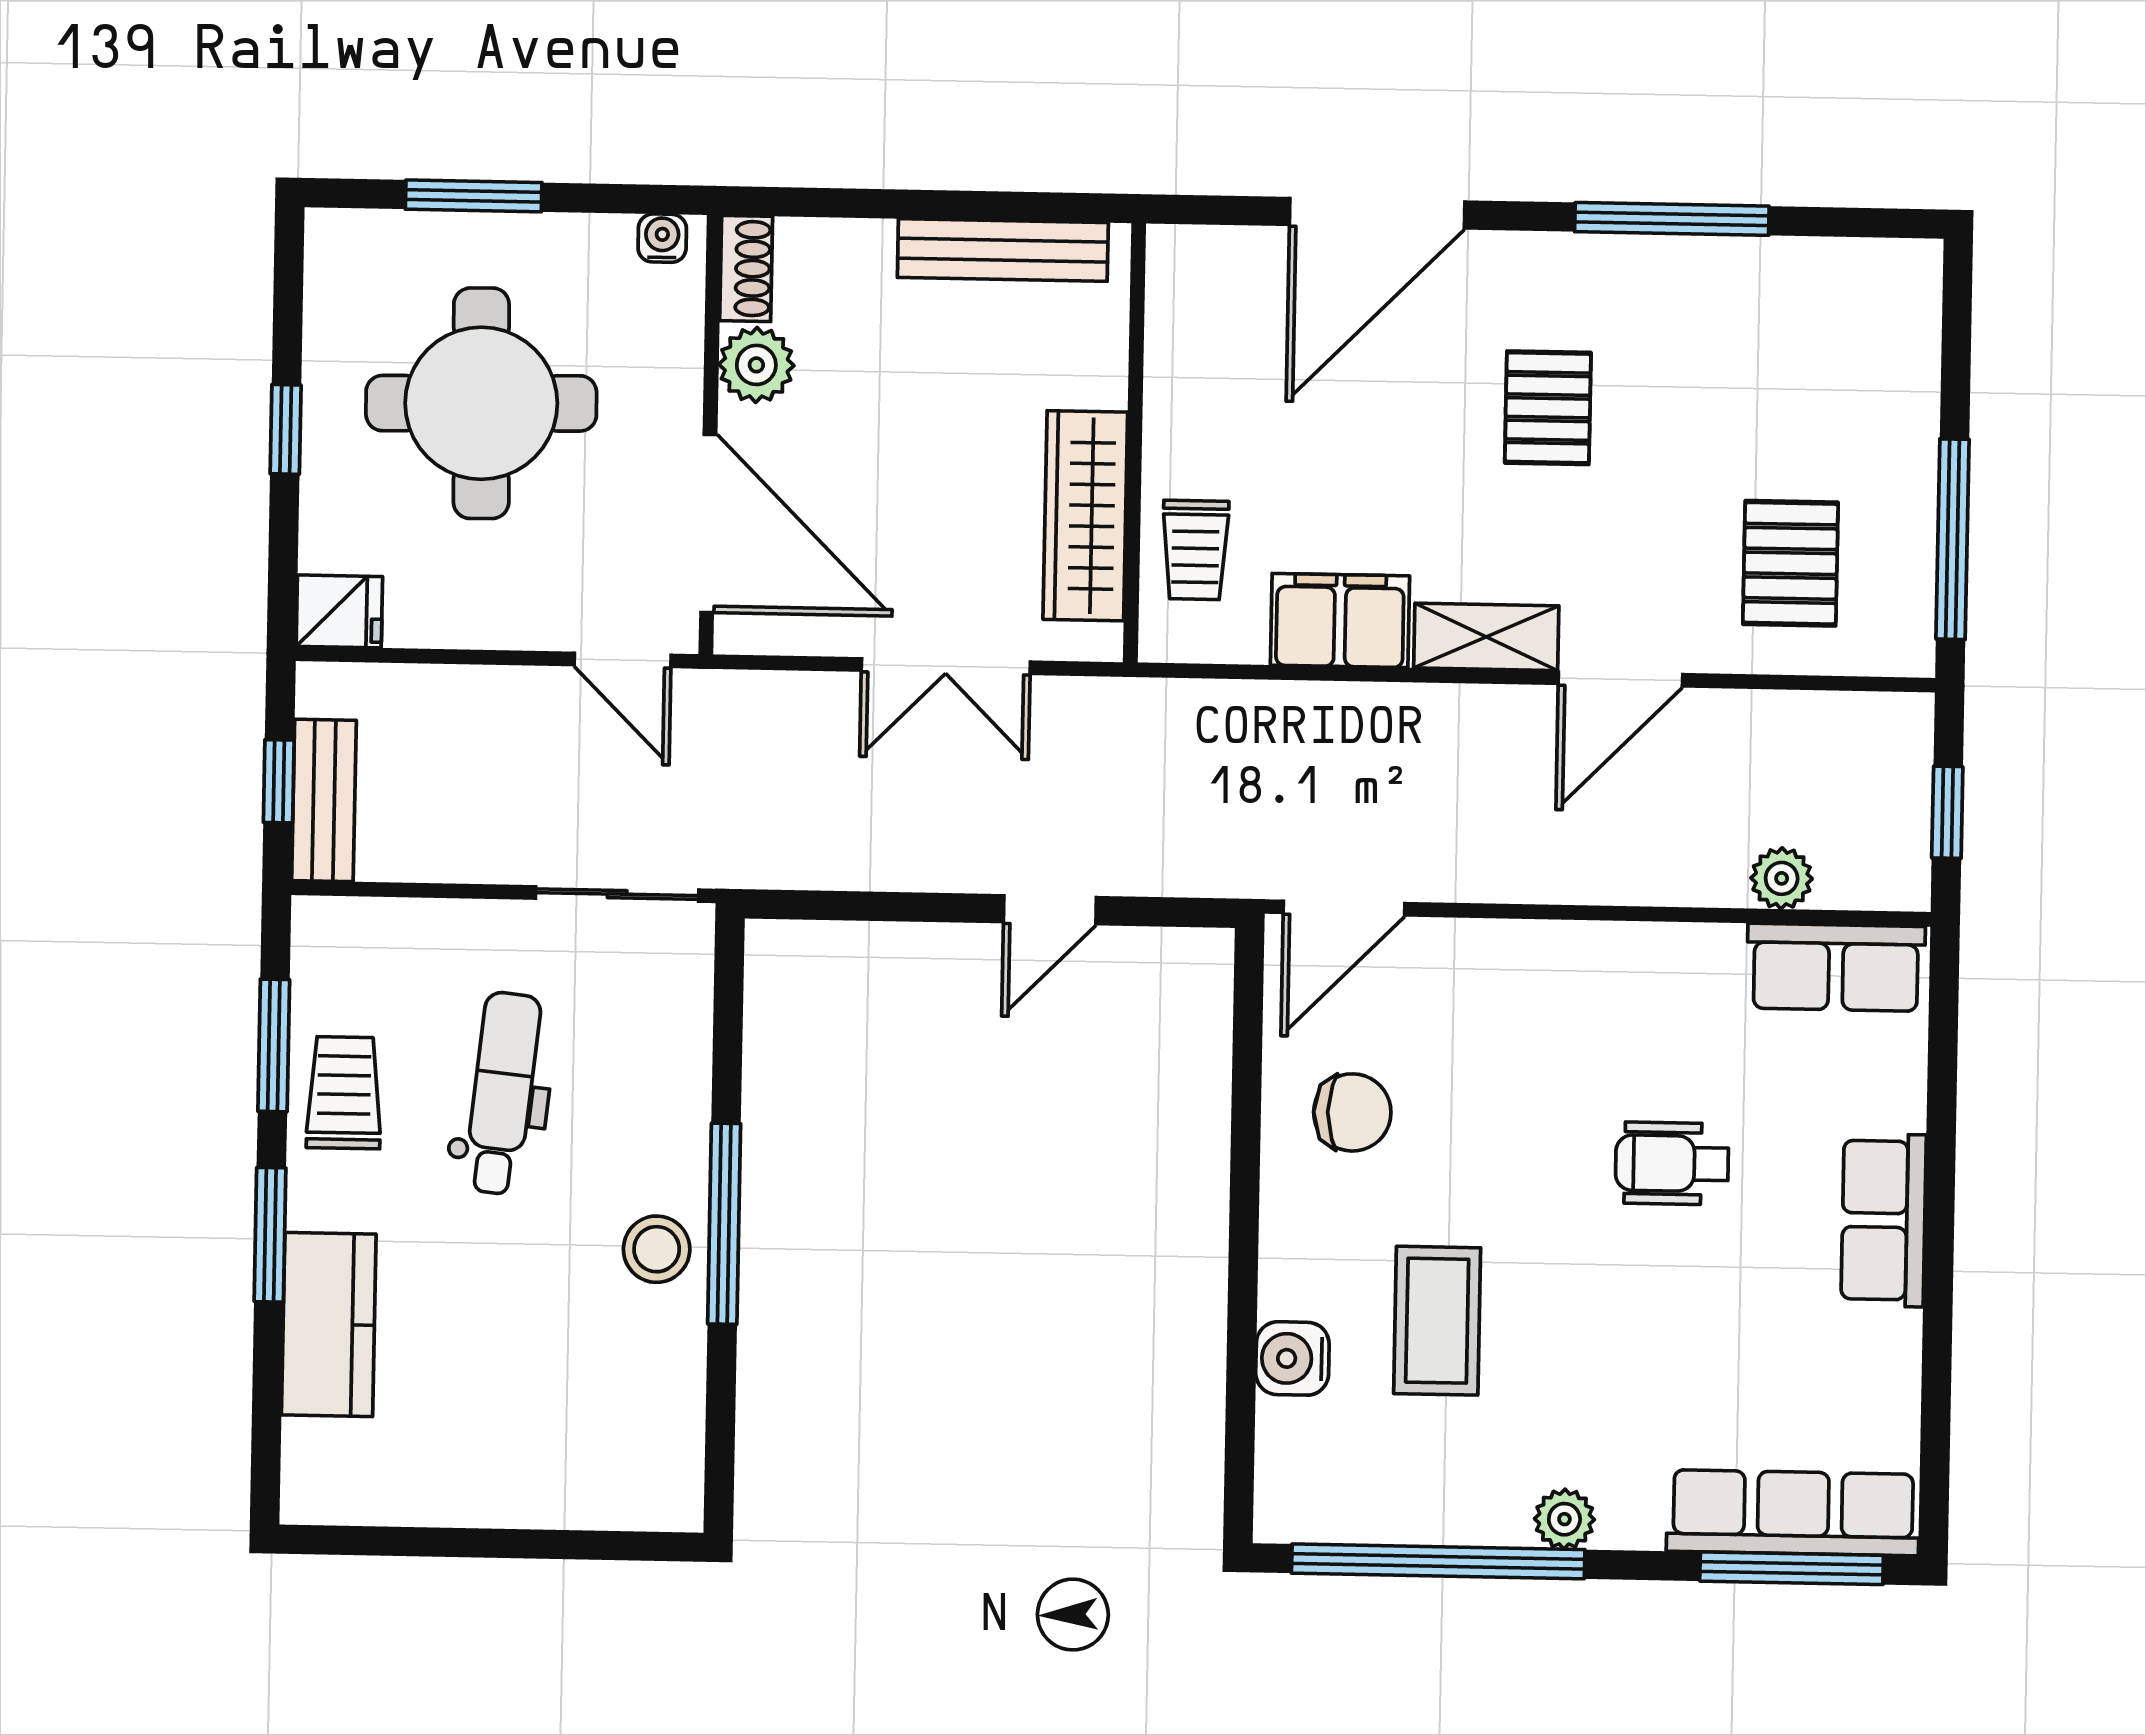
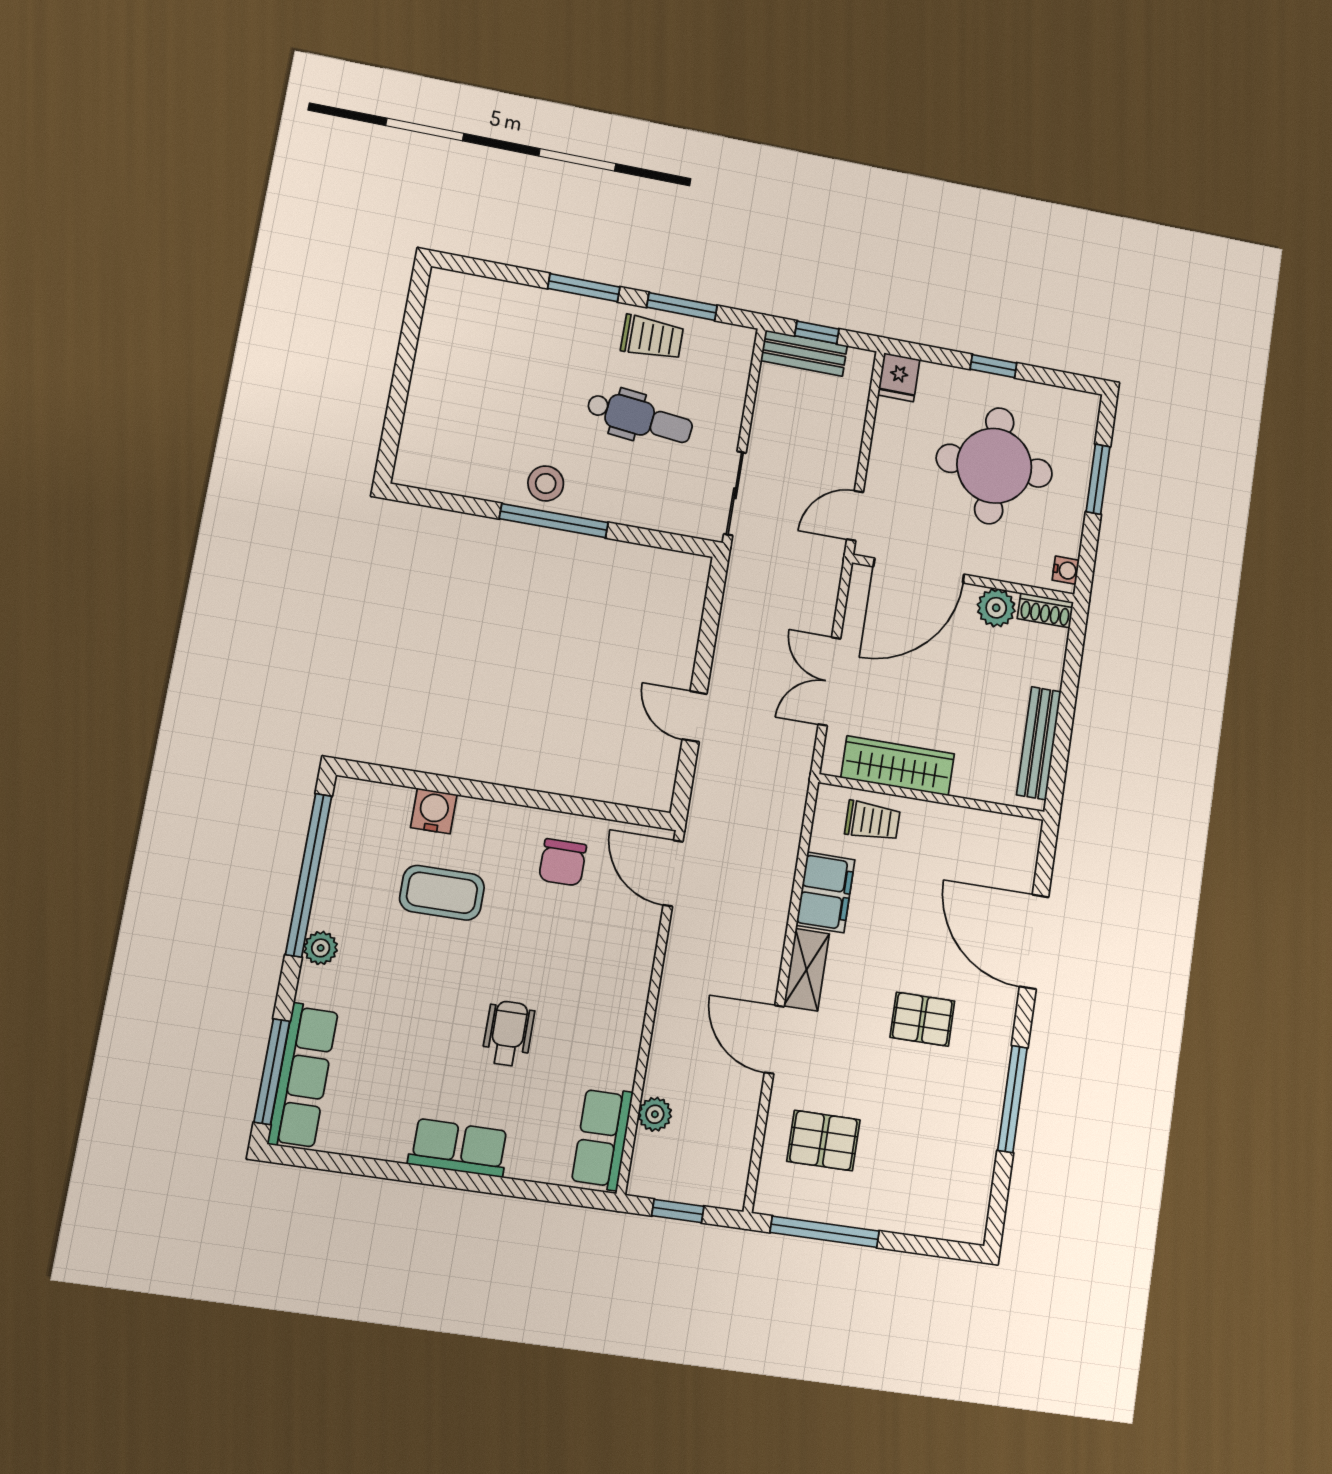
trolley: (1195, 550) -> (872, 821), turned 180
kitchen counter: (329, 1325) -> (532, 309), removed

